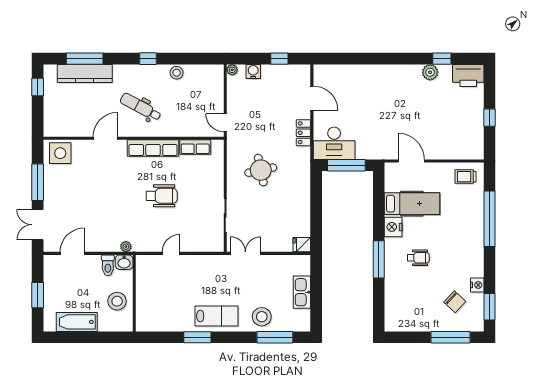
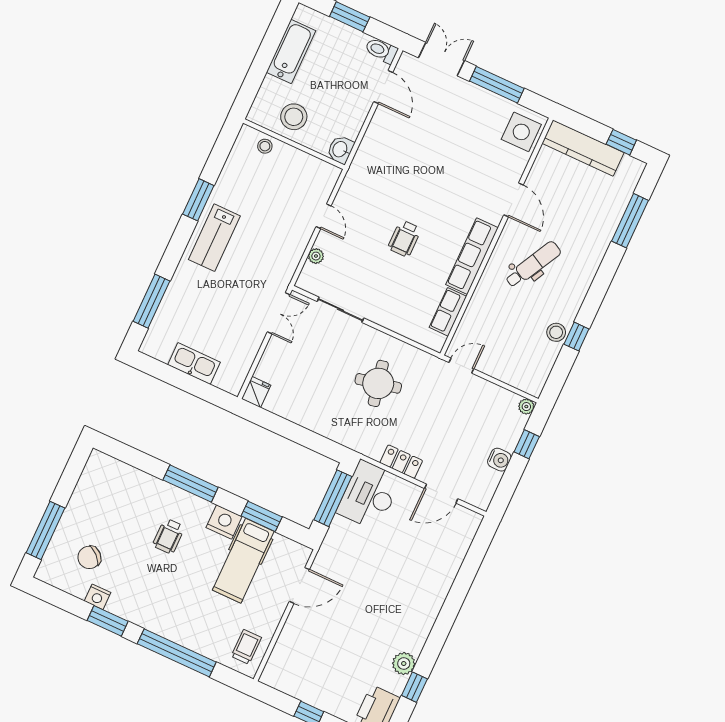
window: (148, 59) -> (576, 337), moved
window: (279, 59) -> (527, 444), moved
water cooler: (253, 71) -> (499, 460), moved
kitchen counter: (85, 73) -> (583, 148), moved, turned -90
wheelchair: (162, 196) -> (404, 239), width x0.73, depth x0.73
window: (379, 205) -> (262, 516), added
plant: (126, 247) -> (316, 256), moved
toilet: (108, 265) -> (381, 50), moved
window: (490, 307) -> (108, 621), moved
stool: (262, 317) -> (265, 146), moved, width x0.53, depth x0.53

